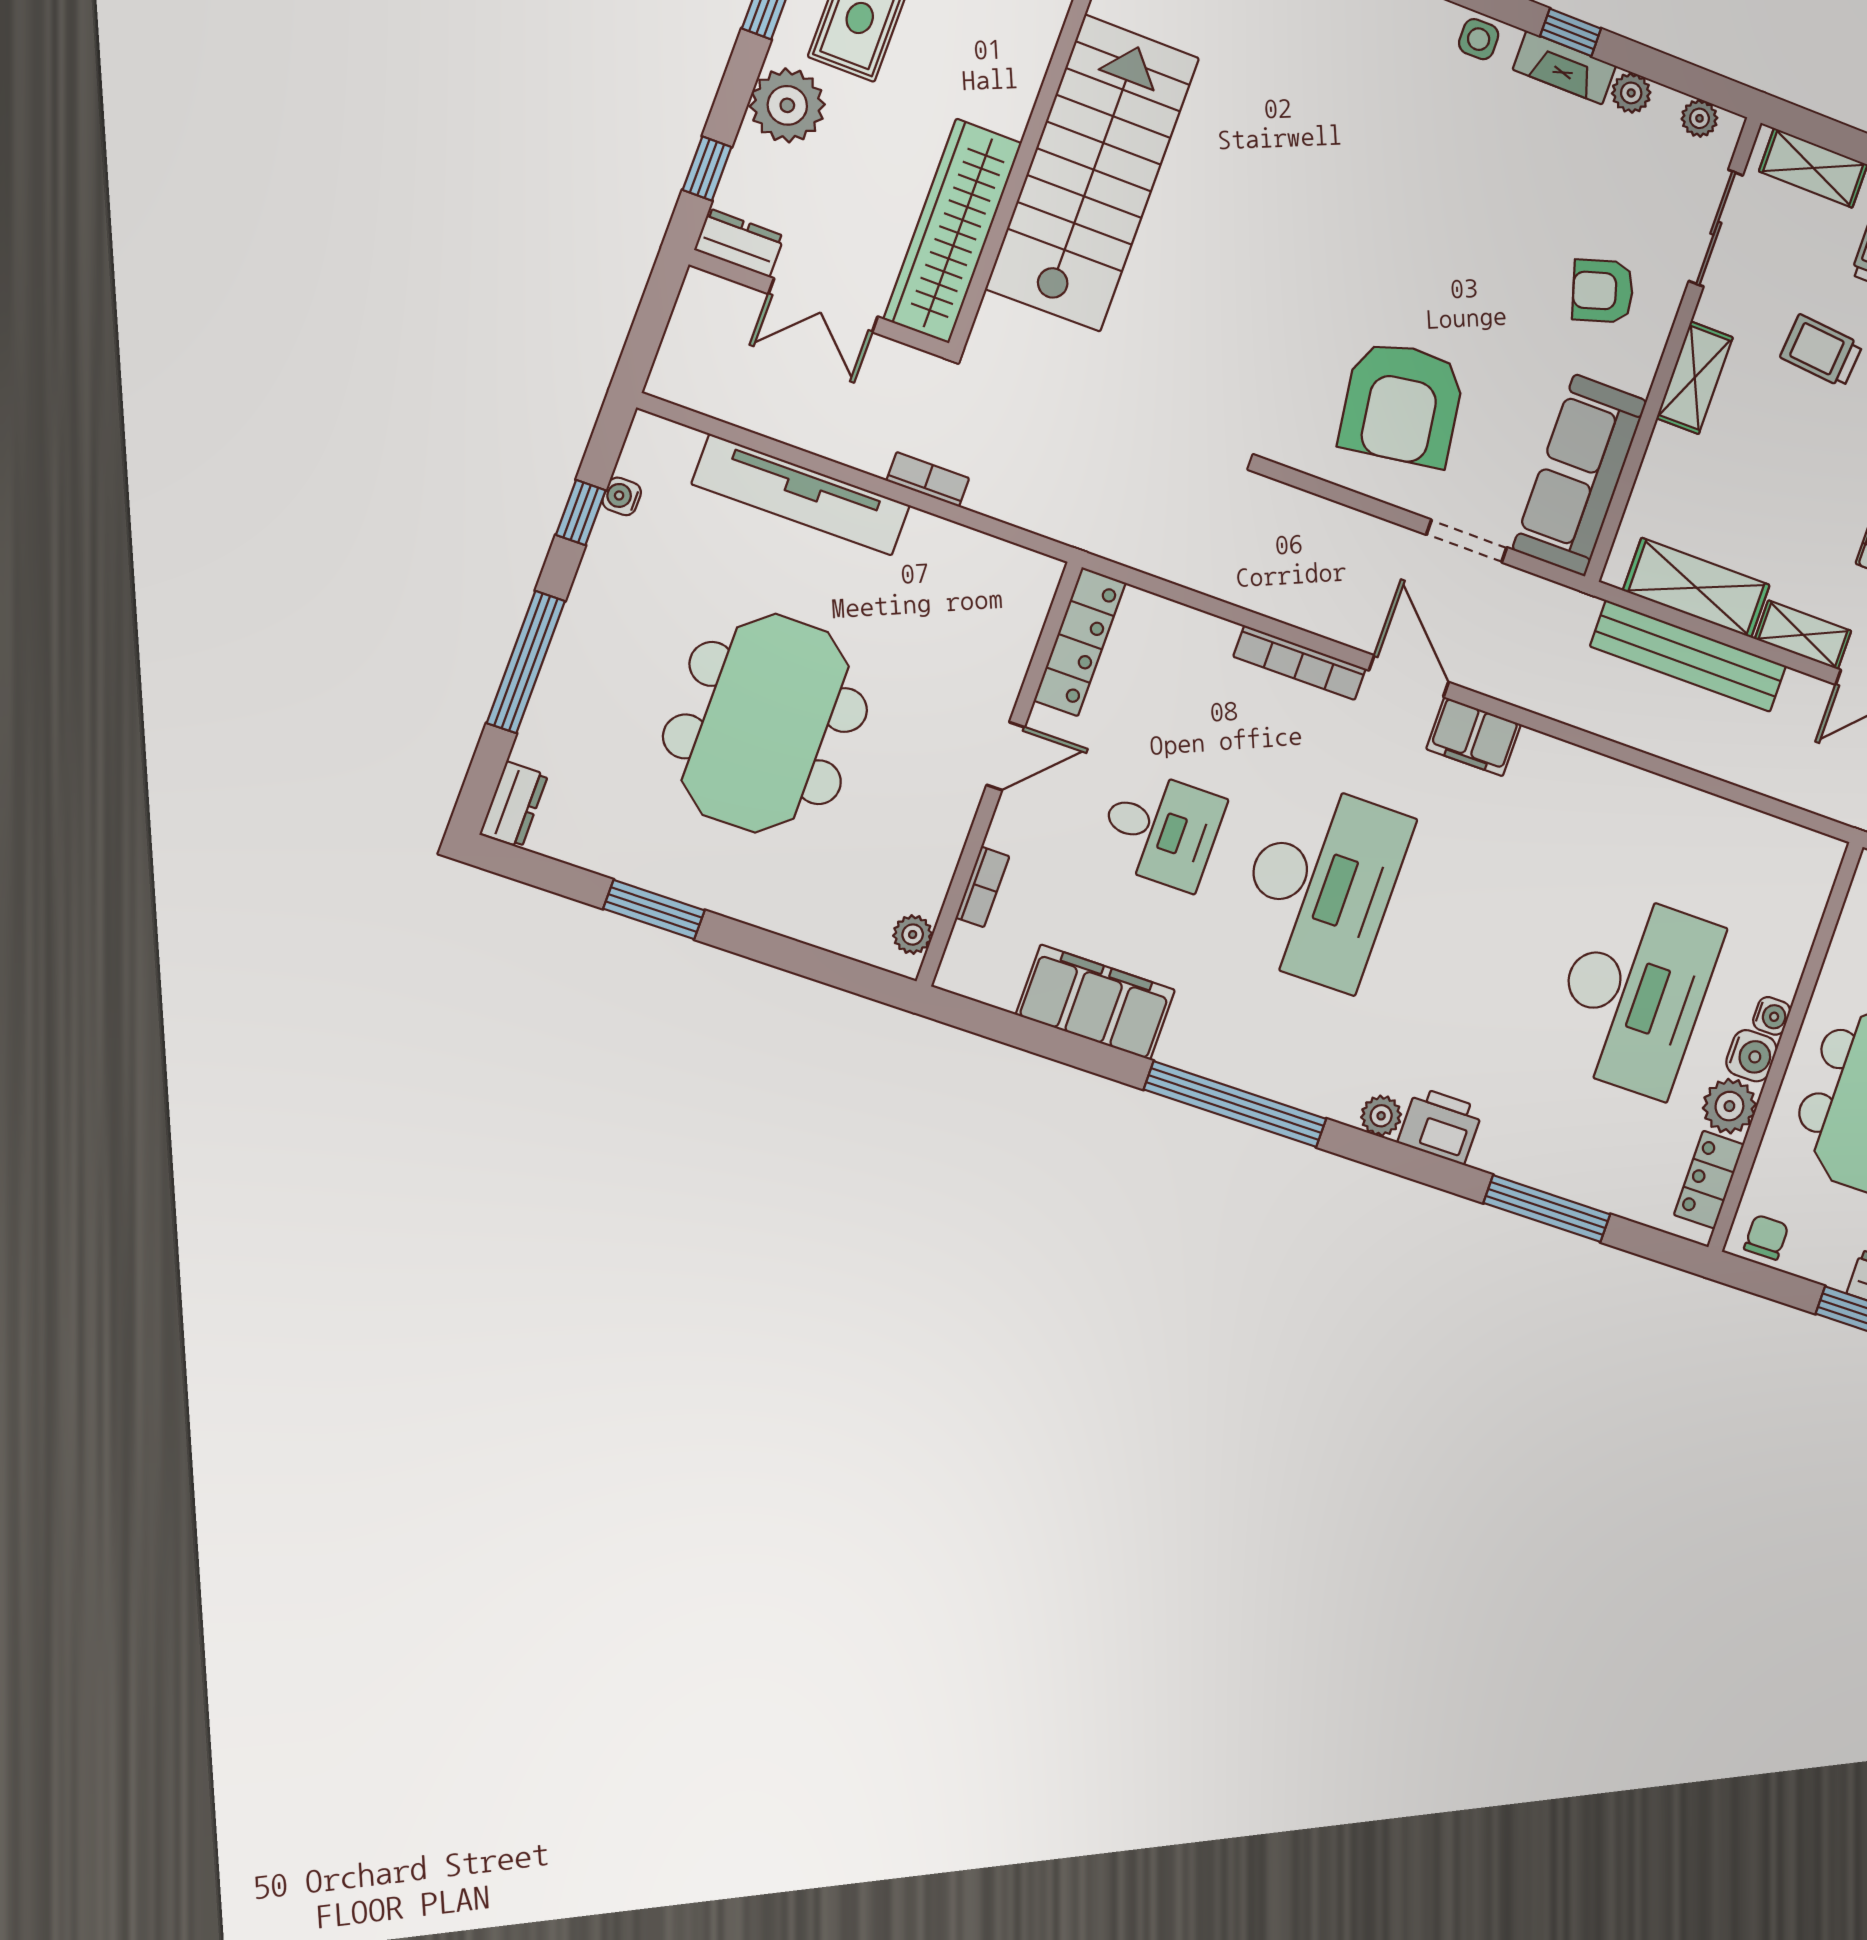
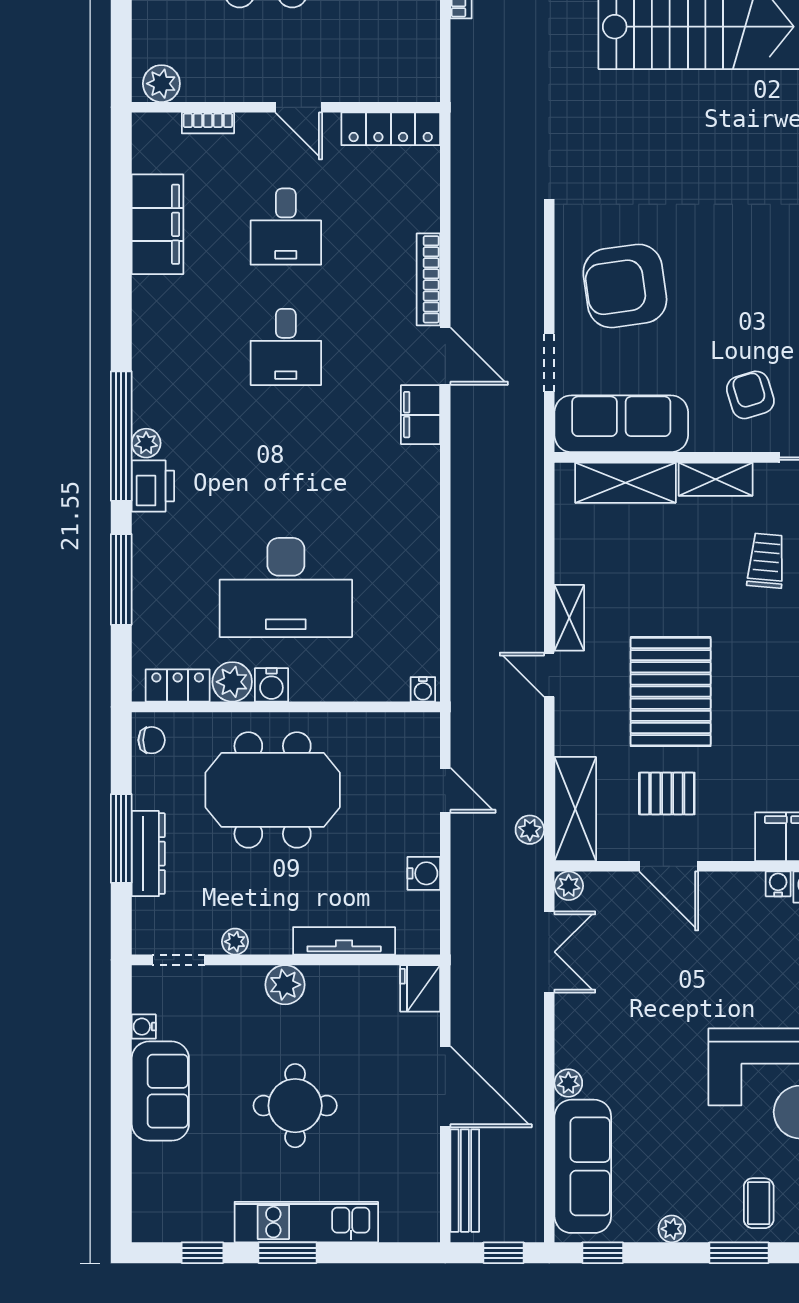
shelving: (1696, 588) -> (625, 483), moved, turned 90
bench: (1688, 656) -> (526, 543), removed
door: (1409, 676) -> (445, 356), hinge flipped
desk: (1321, 885) -> (286, 347), width x0.53, depth x0.77
plant: (913, 935) -> (161, 84), width x1.38, depth x1.38
water cooler: (1772, 1016) -> (423, 689), moved
window: (1235, 1104) -> (121, 436), moved

